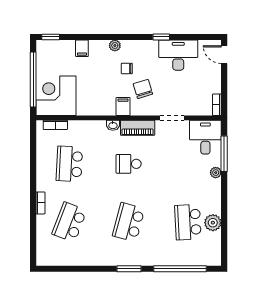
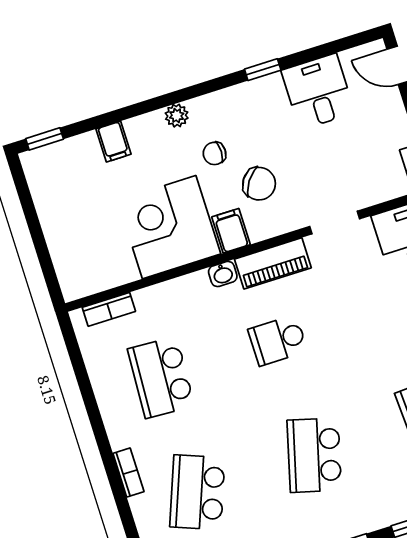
desk: (178, 55) -> (318, 92), width x0.73
window: (33, 79) -> (37, 234), removed
chair: (143, 89) -> (259, 184), turned 142
corner desk: (56, 96) -> (169, 227), moved

